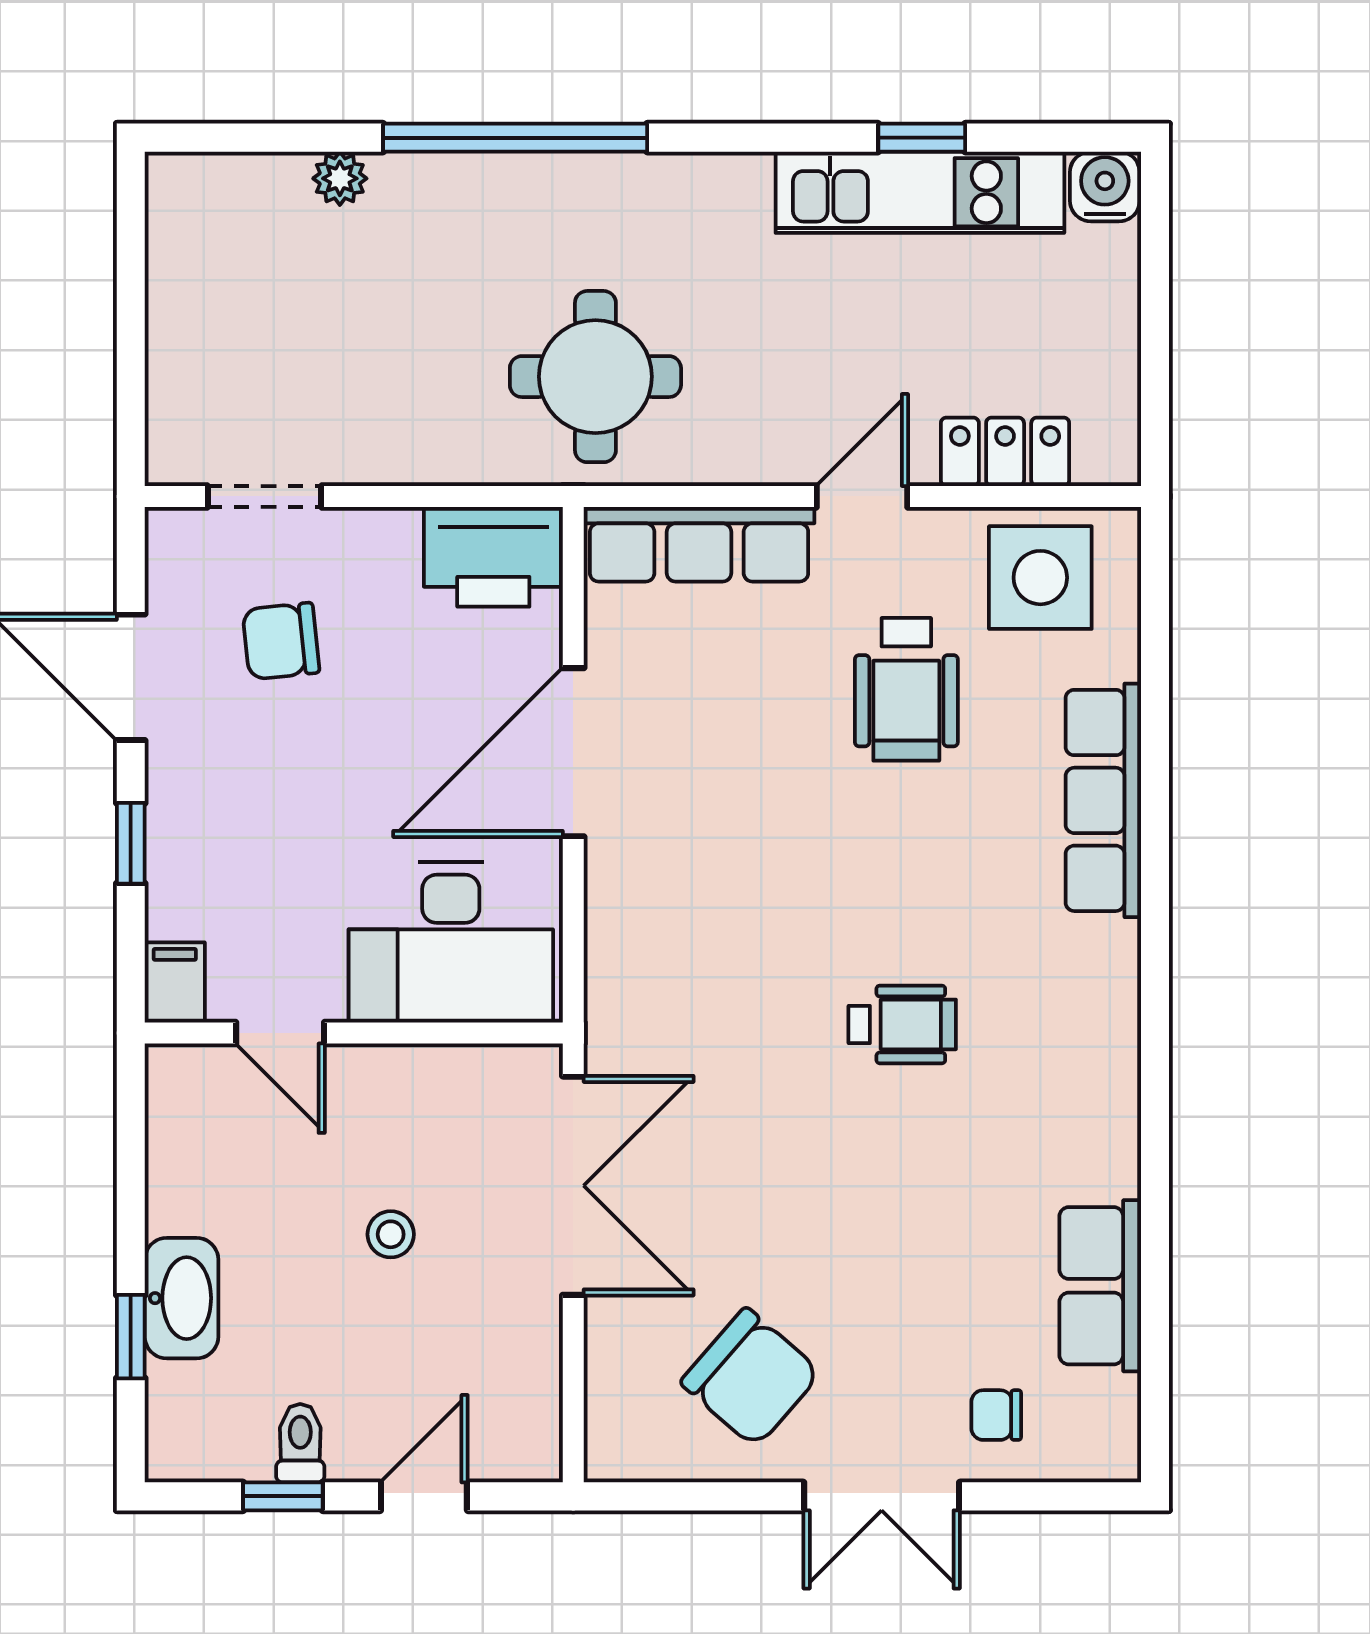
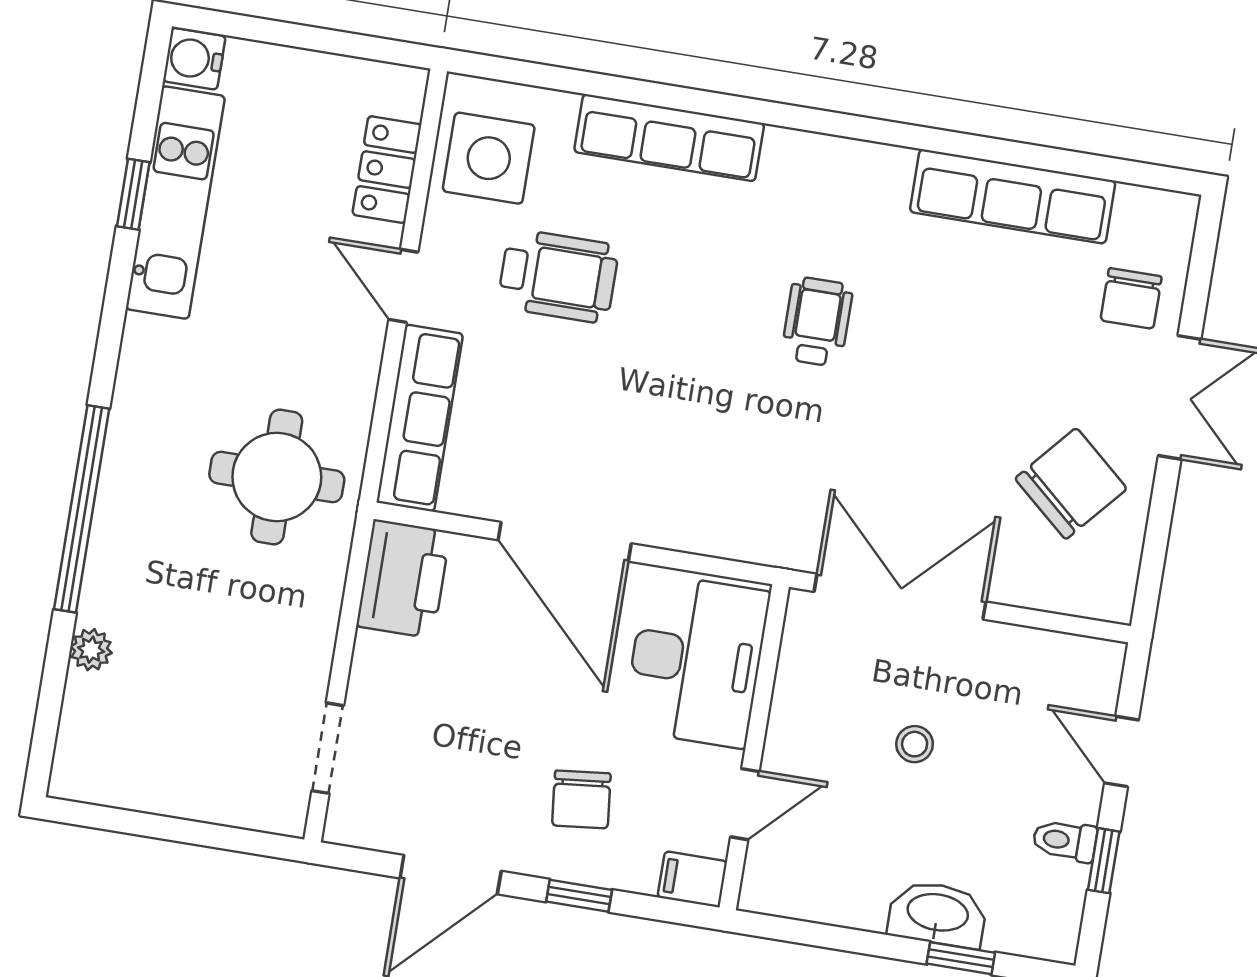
chair: (281, 641) -> (581, 799), moved
row of seats: (1100, 1286) -> (1013, 196), width x1.48
chair: (996, 1415) -> (1131, 298), width x1.37, depth x1.37

